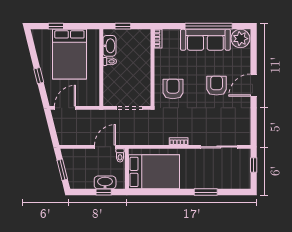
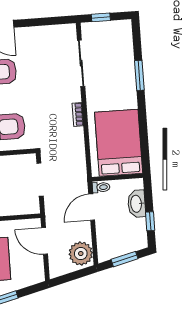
door: (65, 108) -> (45, 241), moved
plant: (69, 136) -> (81, 254), added
door: (105, 147) -> (92, 207), hinge flipped
window: (104, 192) -> (150, 221), moved

